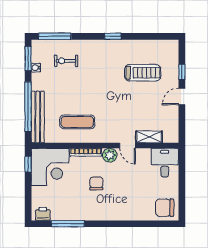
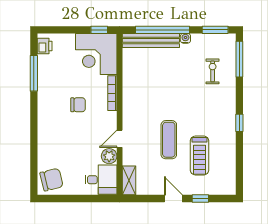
water cooler: (36, 68) -> (185, 38), moved
exercise mat: (77, 122) -> (169, 140), moved
shelving: (149, 137) -> (129, 180), moved
plant: (110, 155) -> (109, 156), moved
chair: (165, 208) -> (52, 180), turned 76

